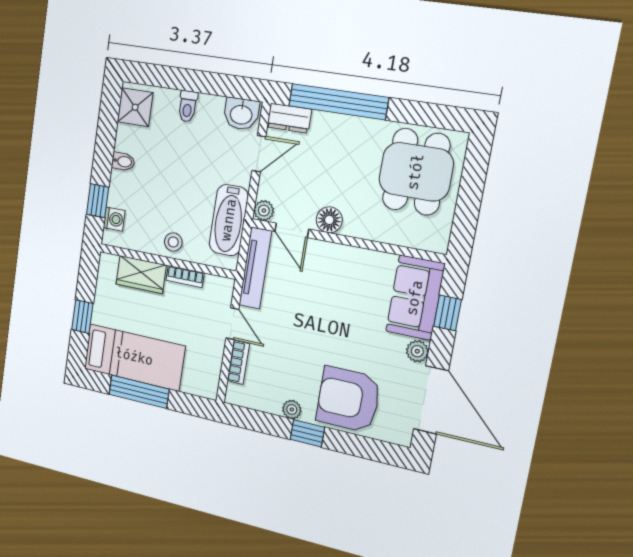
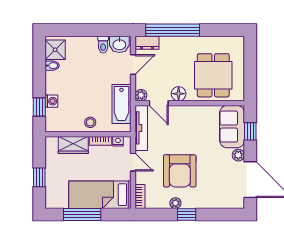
toilet: (188, 106) -> (103, 45), moved
bidet: (123, 161) -> (52, 66), moved
dining table: (416, 172) -> (213, 75), moved
washing machine: (114, 219) -> (51, 101), moved
nightstand: (213, 283) -> (118, 141), added
bed: (134, 357) -> (100, 195), moved, turned 180
bookcase: (238, 362) -> (140, 196), moved
armchair: (348, 399) -> (180, 171), moved, turned -90

